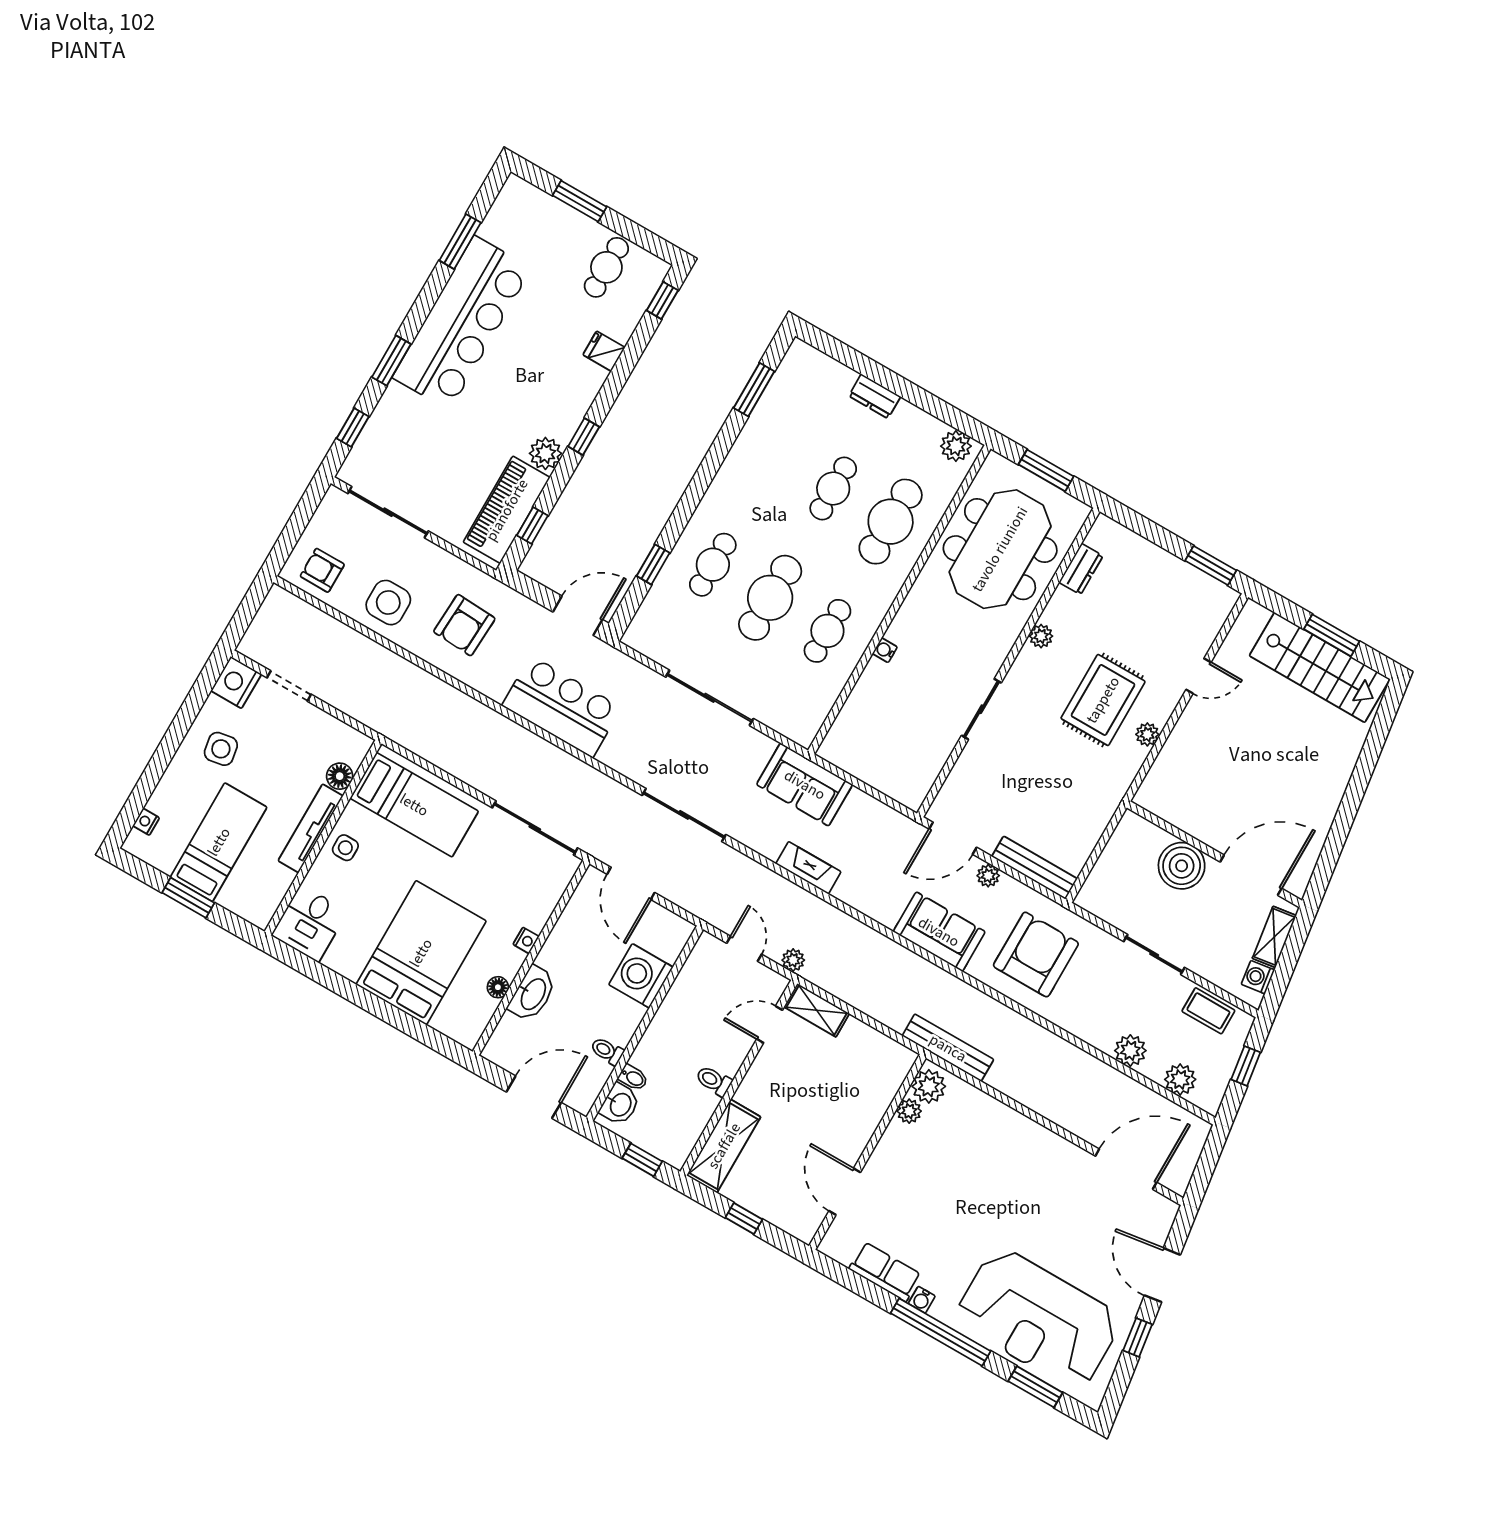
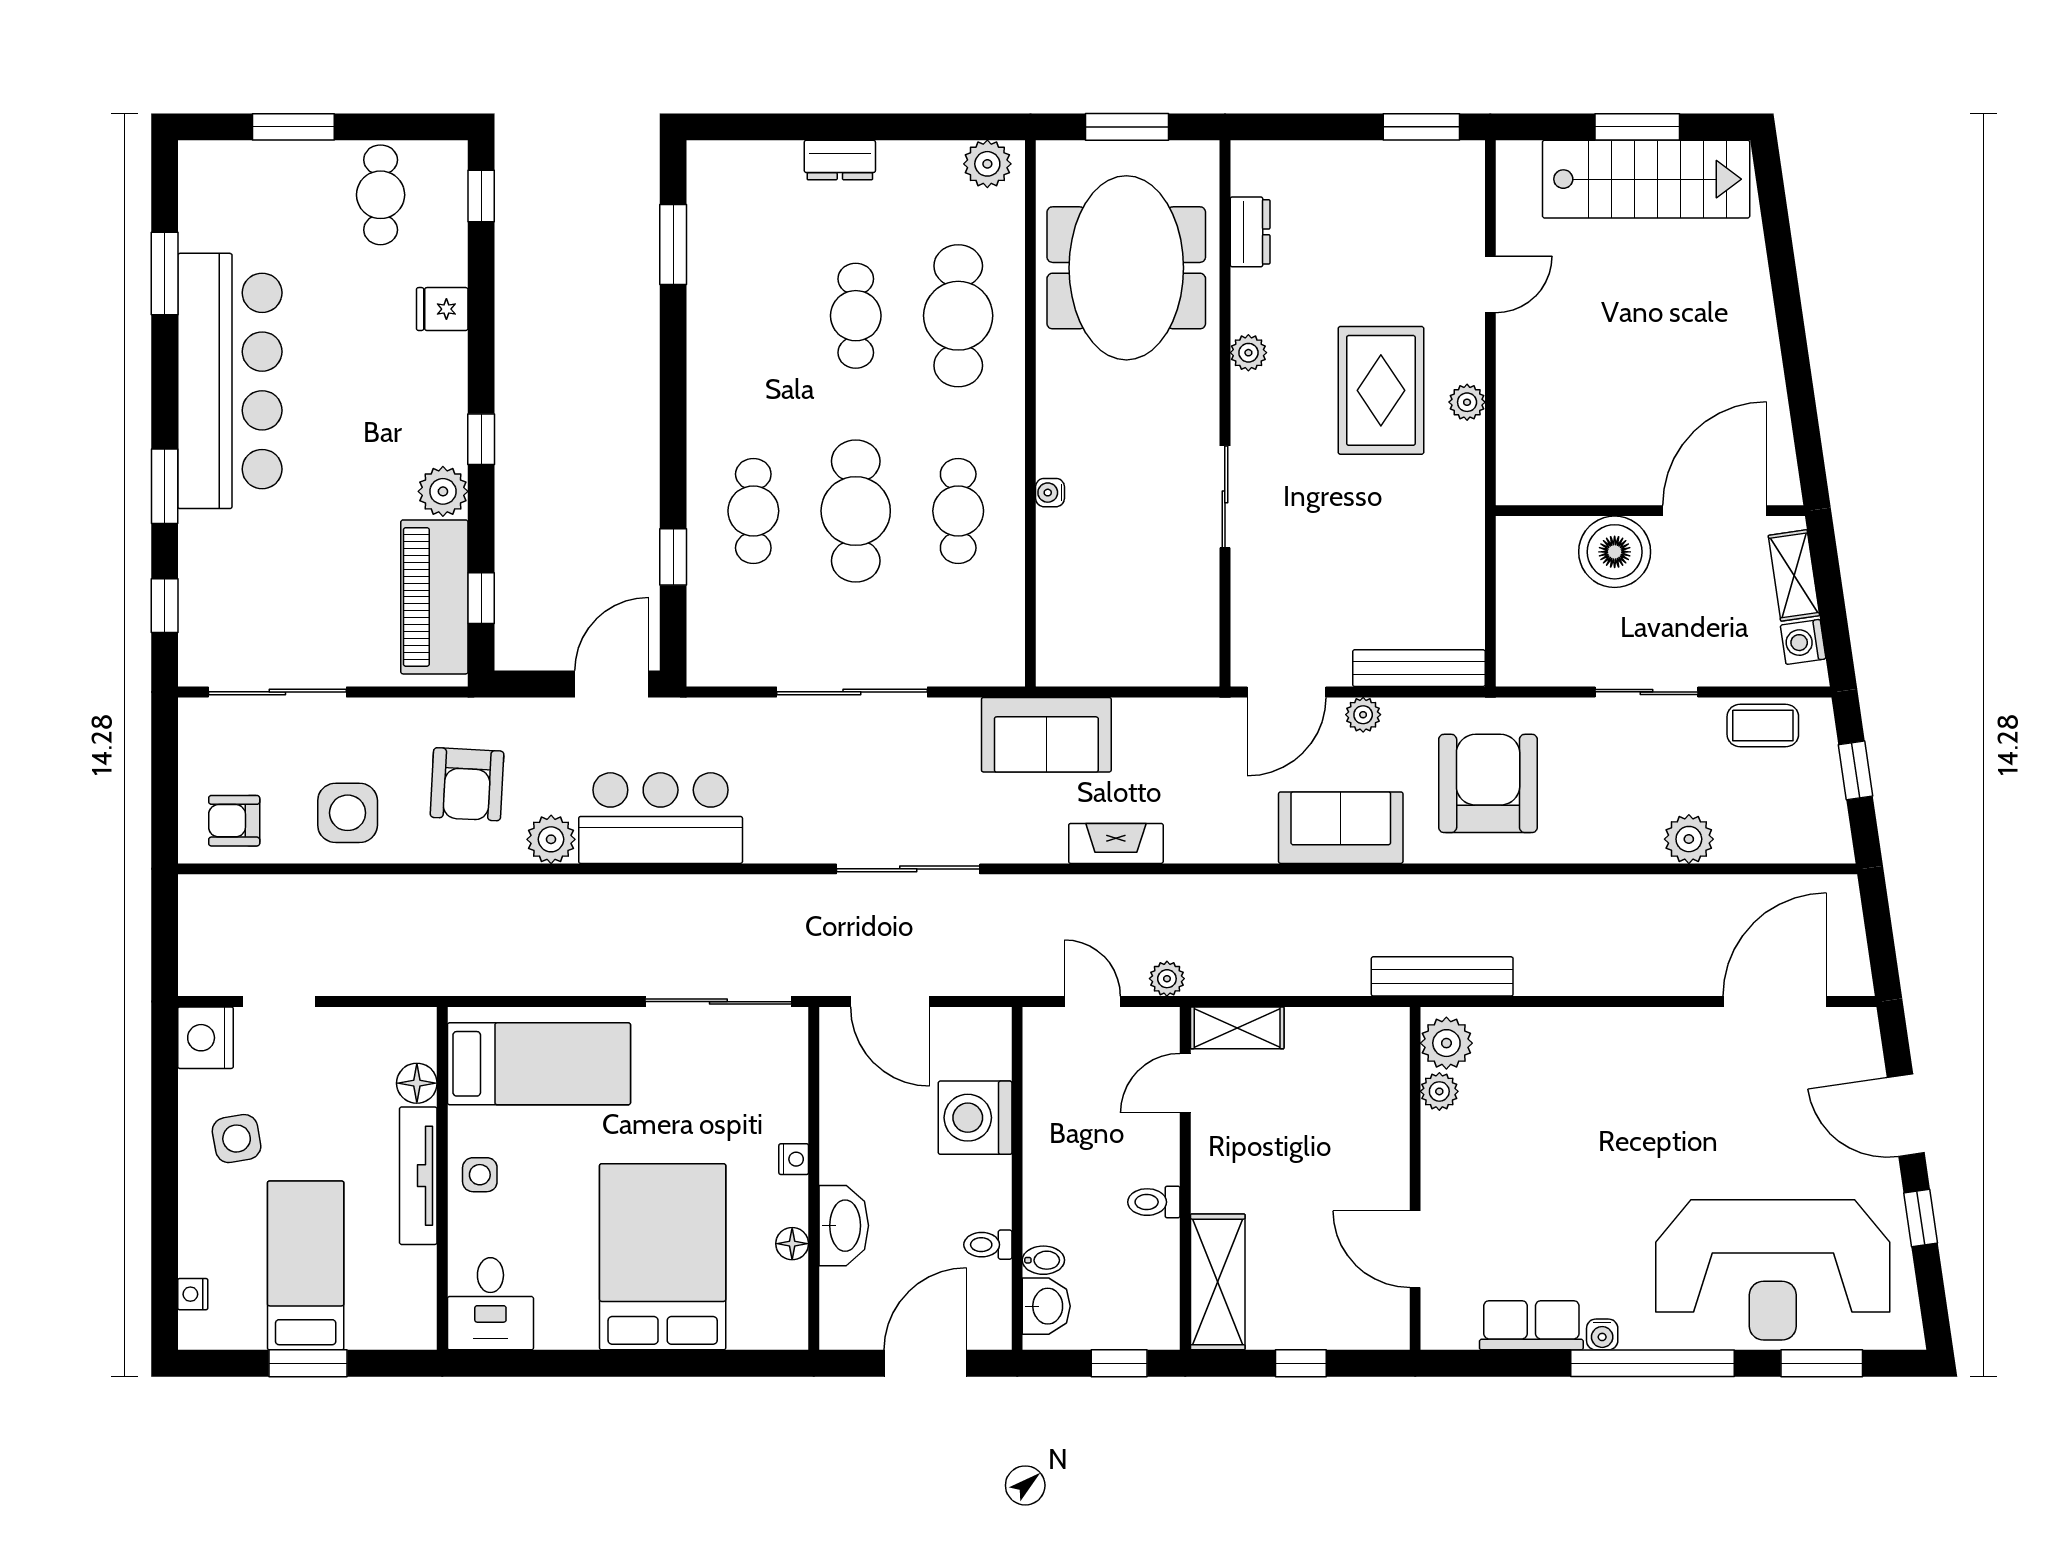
plant: (1180, 1079) -> (551, 839), moved

